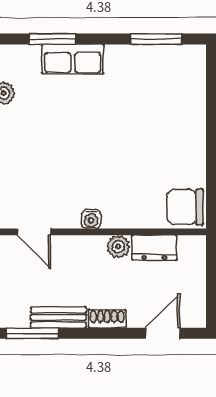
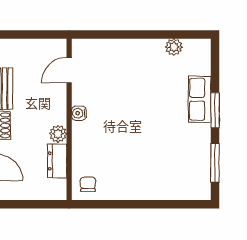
window: (52, 39) -> (215, 110), moved
chair: (185, 207) -> (88, 184), width x0.54, depth x0.54

